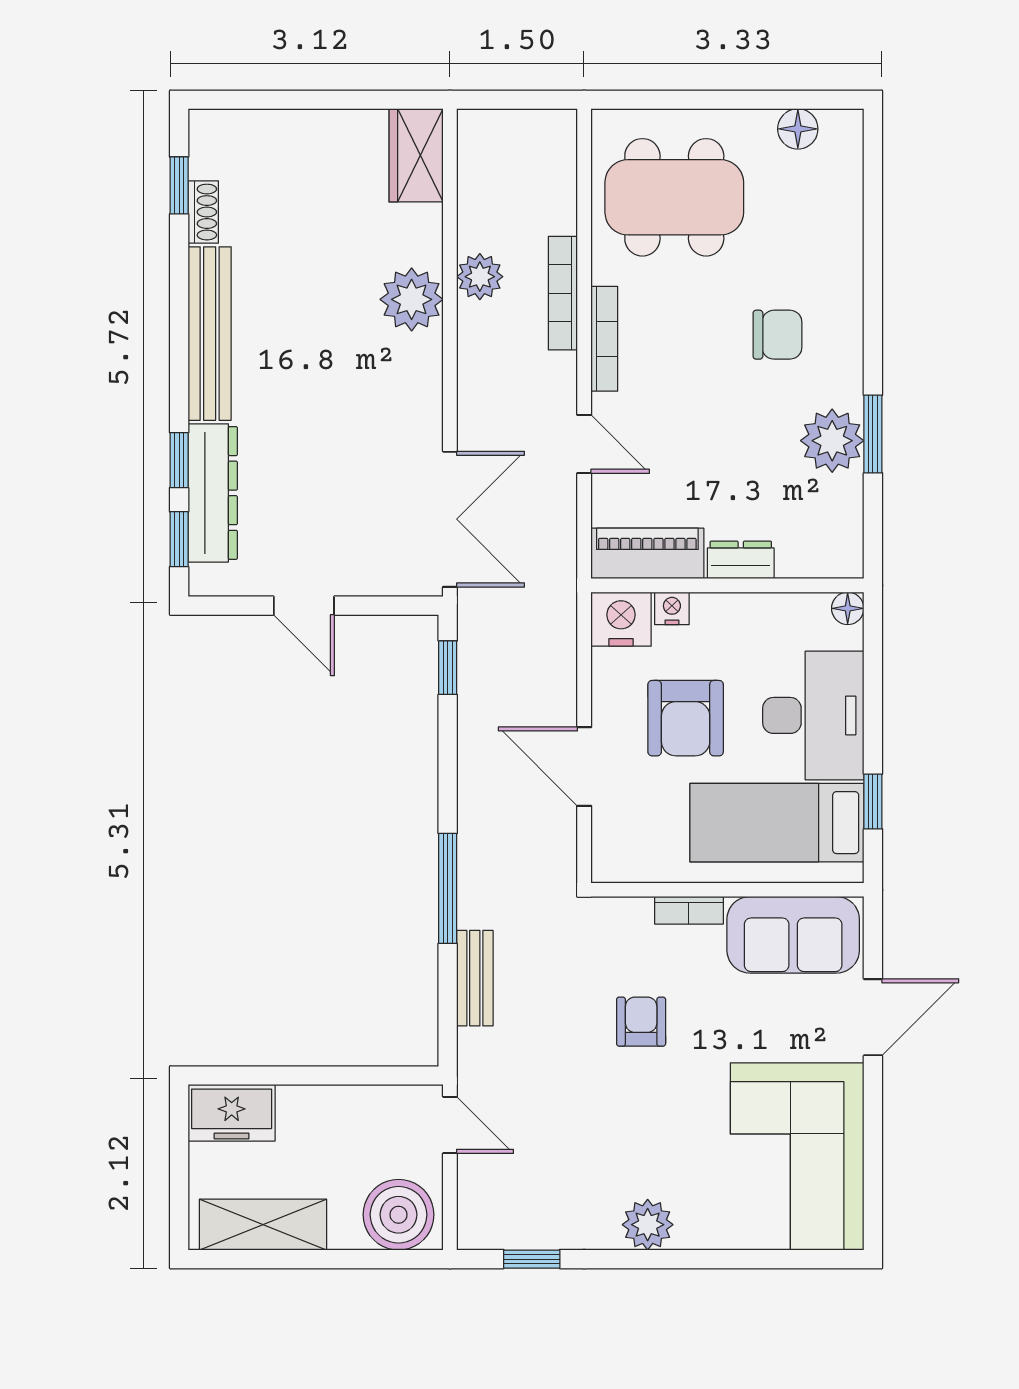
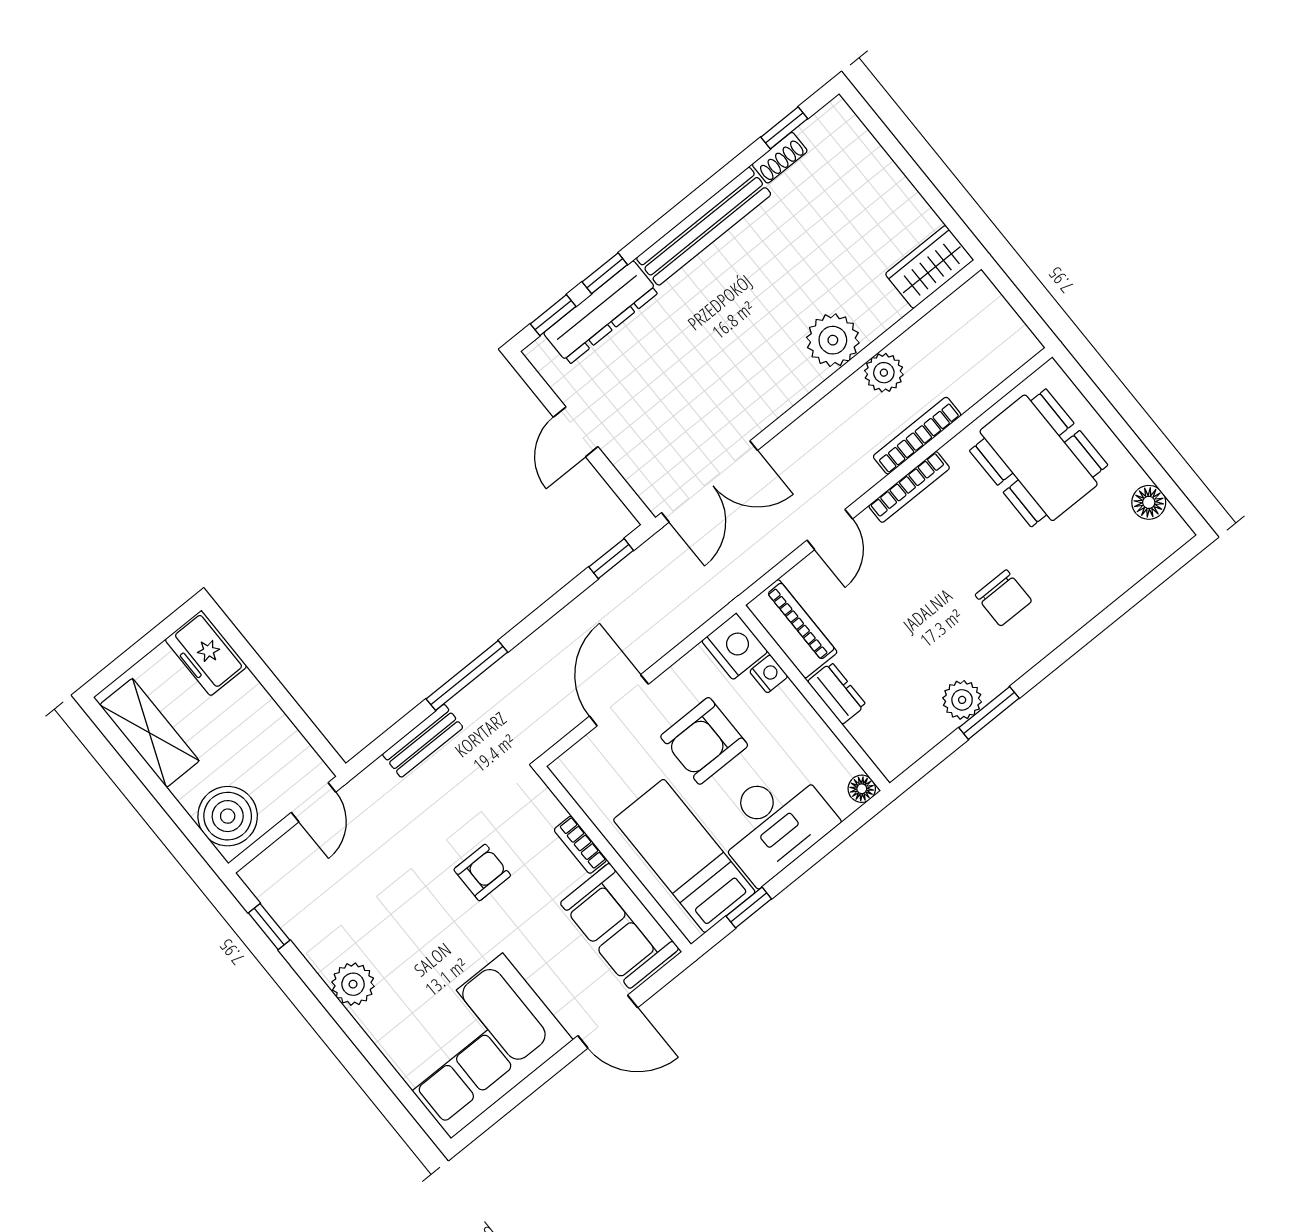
plant: (832, 441) -> (962, 700), width x0.73, depth x0.73

